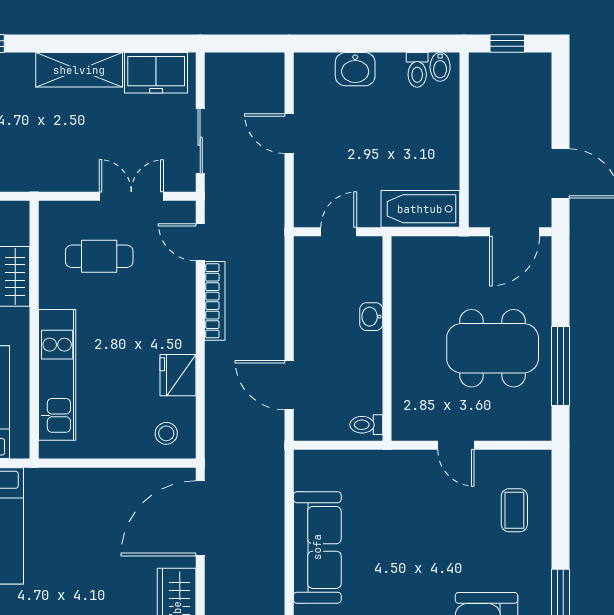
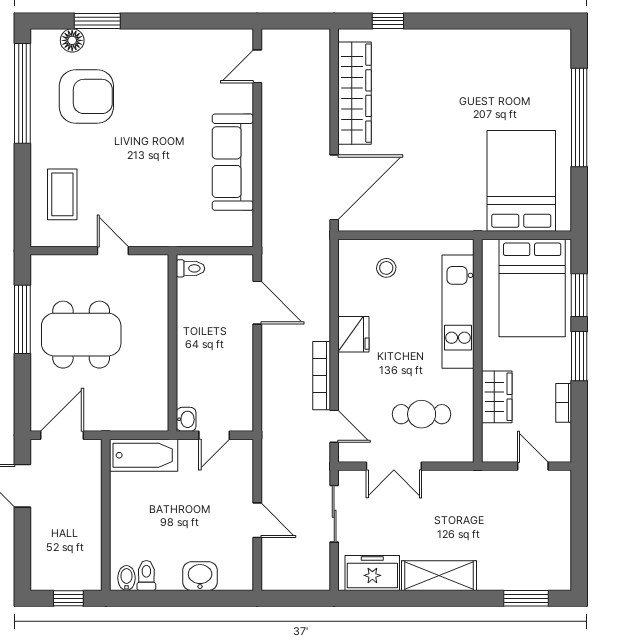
washbasin: (371, 317) -> (186, 419), moved
fridge: (178, 375) -> (353, 334), moved
stool: (166, 433) -> (386, 268), moved
coffee table: (514, 510) -> (62, 194), width x1.36, depth x1.30

